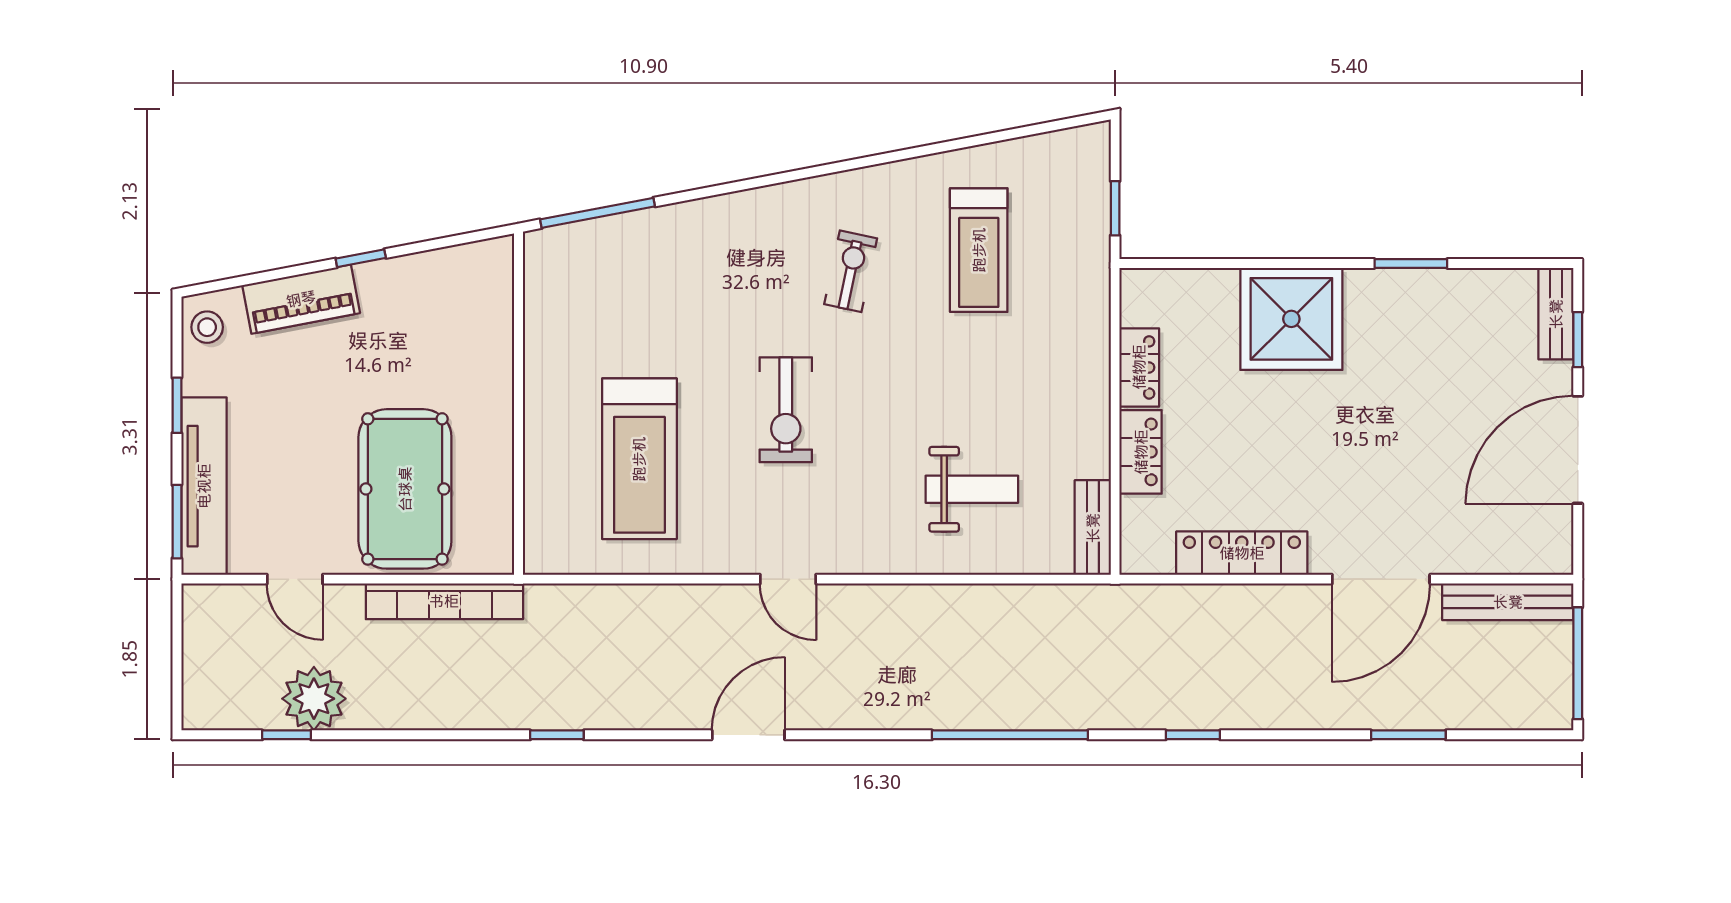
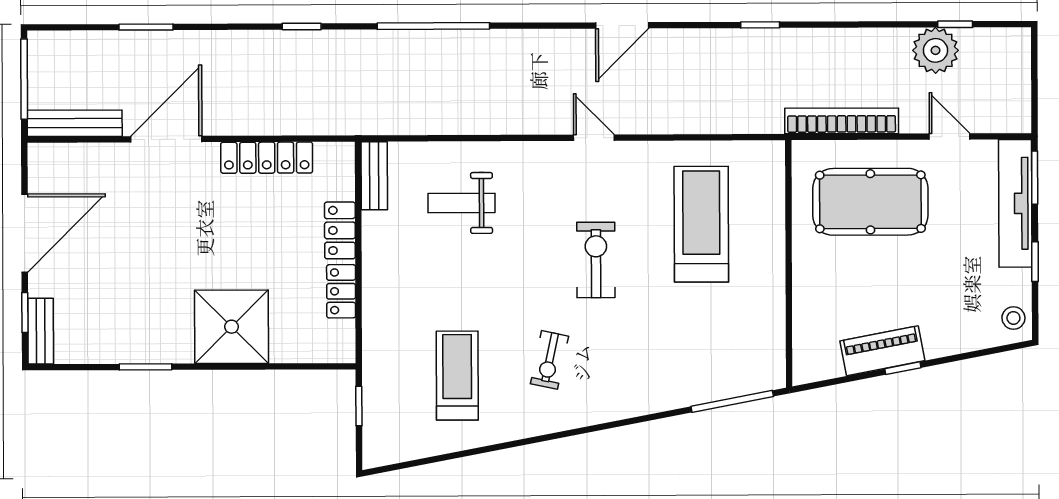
piano: (301, 299) -> (882, 351), moved
pool table: (405, 489) -> (870, 202), turned 90

